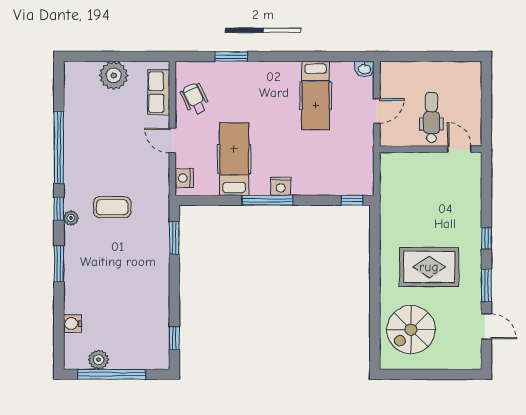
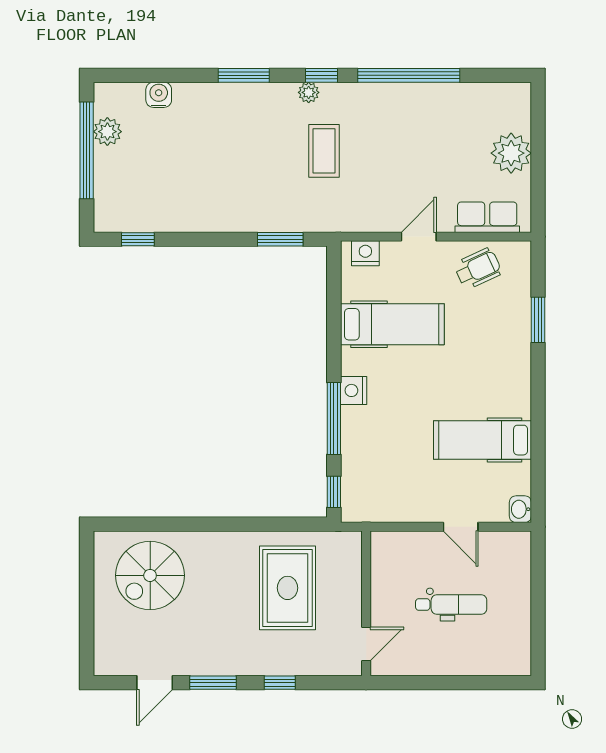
wall: (431, 149) -> (366, 603), moved
door: (459, 149) -> (366, 644), moved
window: (267, 200) -> (334, 419), moved
rug: (429, 267) -> (288, 588), moved
spiral stairs: (411, 330) -> (150, 575), turned -90

